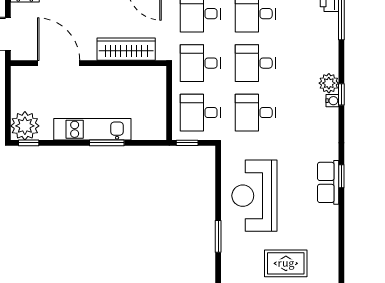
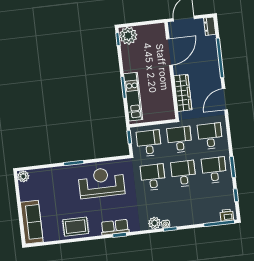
plant: (329, 83) -> (155, 223), moved
kitchen unit: (92, 129) -> (133, 97), moved
rug: (286, 263) -> (76, 227), moved, turned 90

